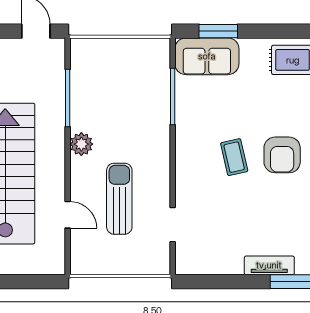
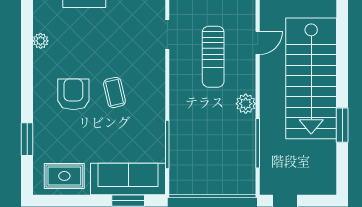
sofa: (207, 56) -> (128, 179), width x1.36
door: (68, 215) -> (258, 43), swing flipped

